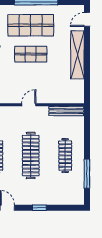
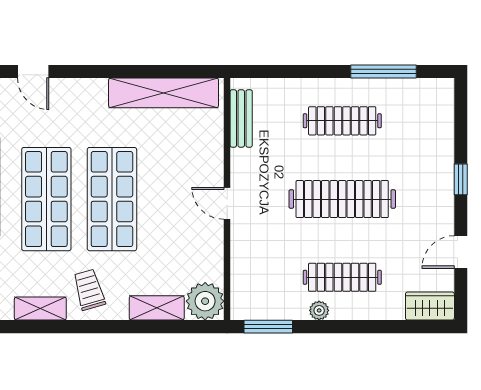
shop shelf: (31, 54) -> (112, 199), width x1.43, depth x1.36
shelving: (77, 55) -> (164, 93), moved
bench: (66, 111) -> (241, 118), width x0.73

